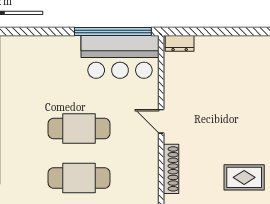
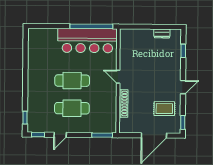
dresser: (180, 43) -> (162, 34), moved
bar counter: (120, 57) -> (87, 41), width x1.36

